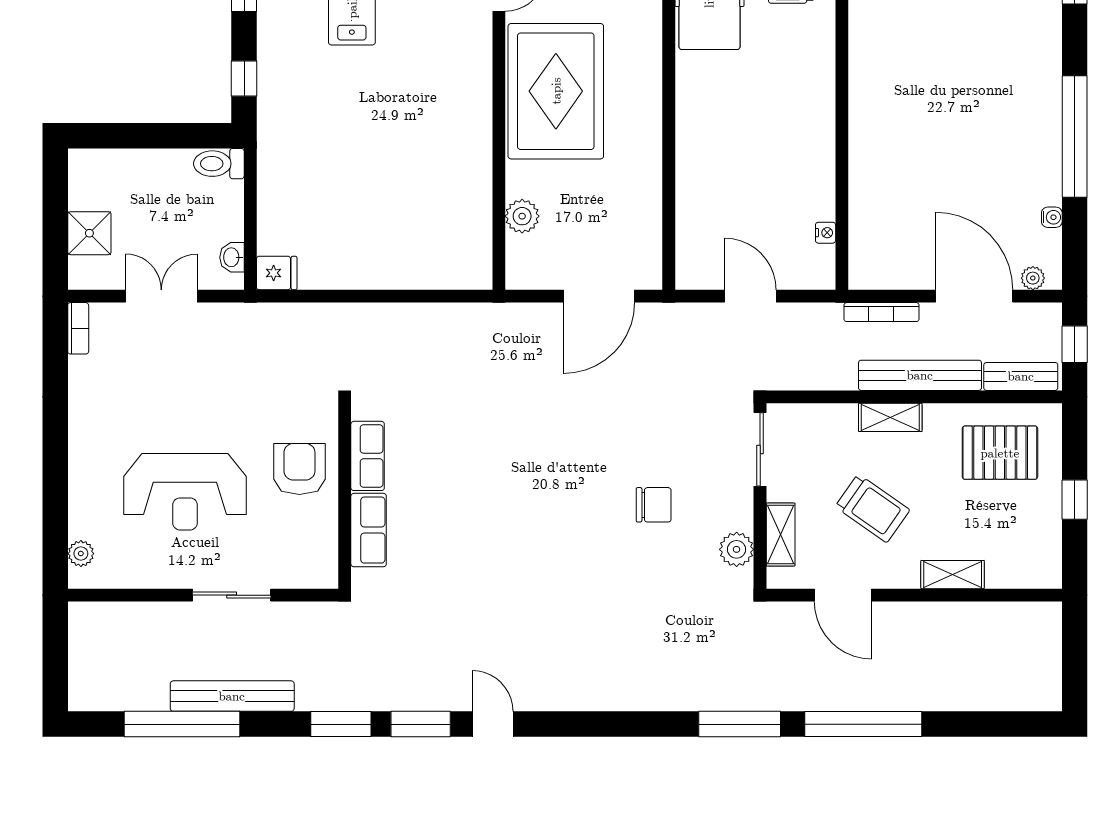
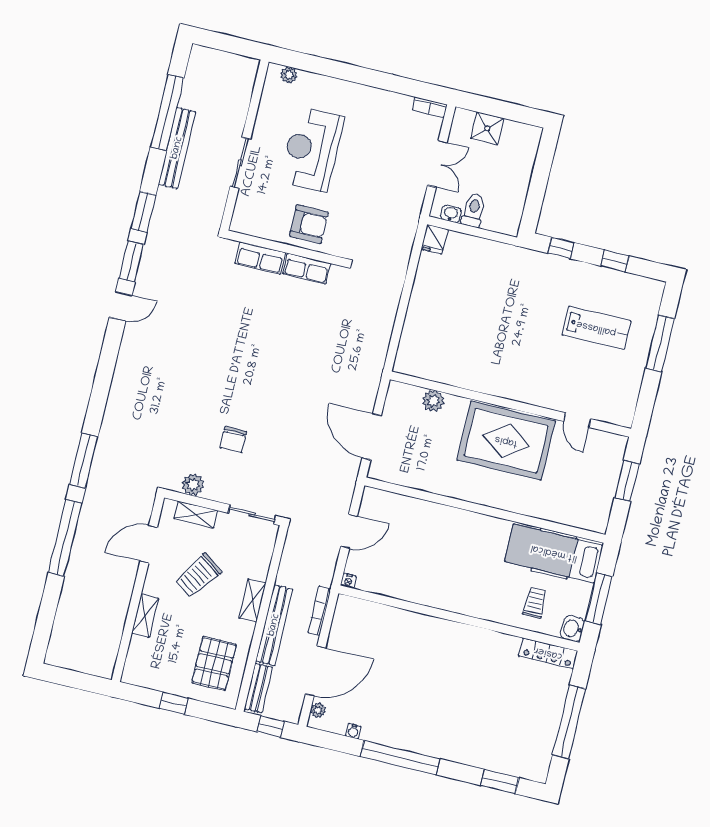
toilet: (219, 164) -> (473, 210), moved
nightstand: (826, 233) -> (348, 581), moved

